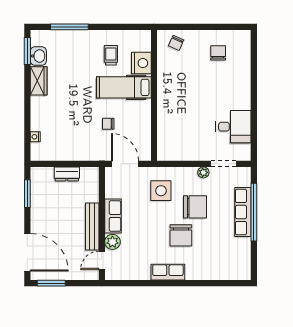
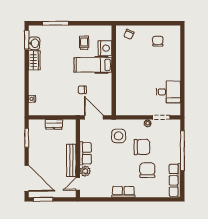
row of seats: (243, 212) -> (175, 180), moved
chair: (181, 235) -> (147, 170), moved, turned 180

